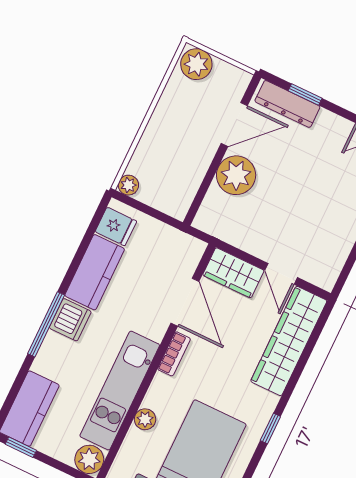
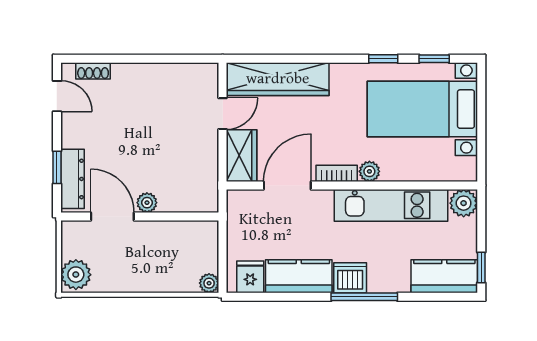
plant: (236, 175) -> (147, 203), width x0.53, depth x0.53
plant: (145, 419) -> (369, 171), moved
window: (270, 429) -> (383, 59), moved

